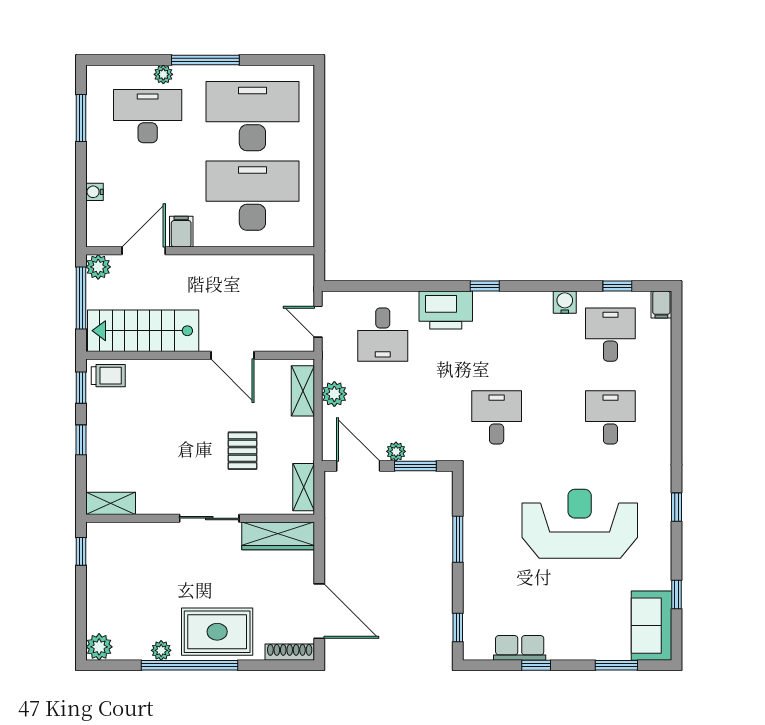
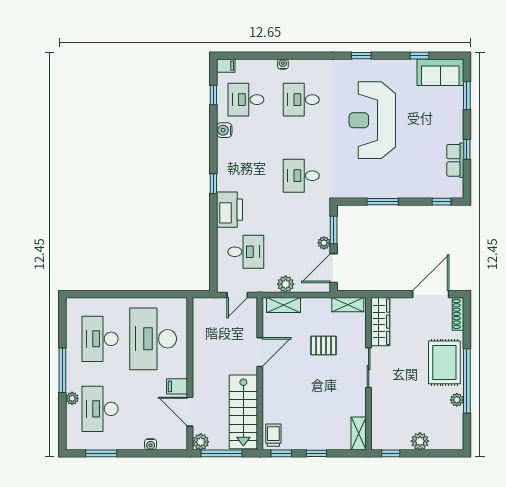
desk: (252, 116) -> (100, 339), width x0.73, depth x0.77
water cooler: (664, 390) -> (283, 64), added
plant: (99, 647) -> (420, 441), moved

